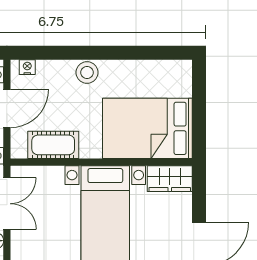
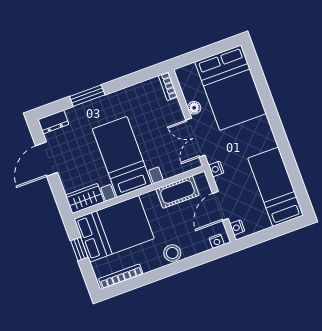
bookcase: (160, 67) -> (121, 276), added
window: (199, 119) -> (79, 249), added

